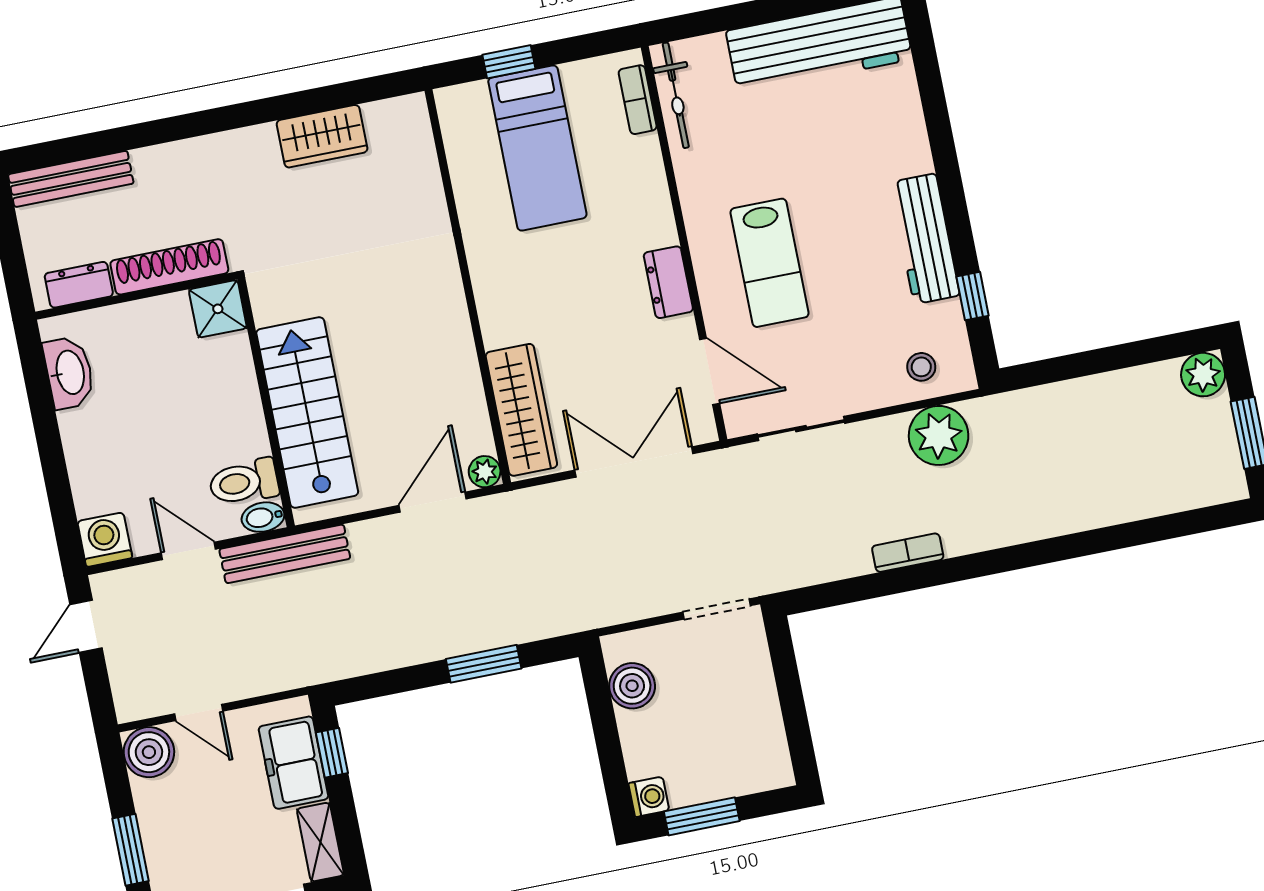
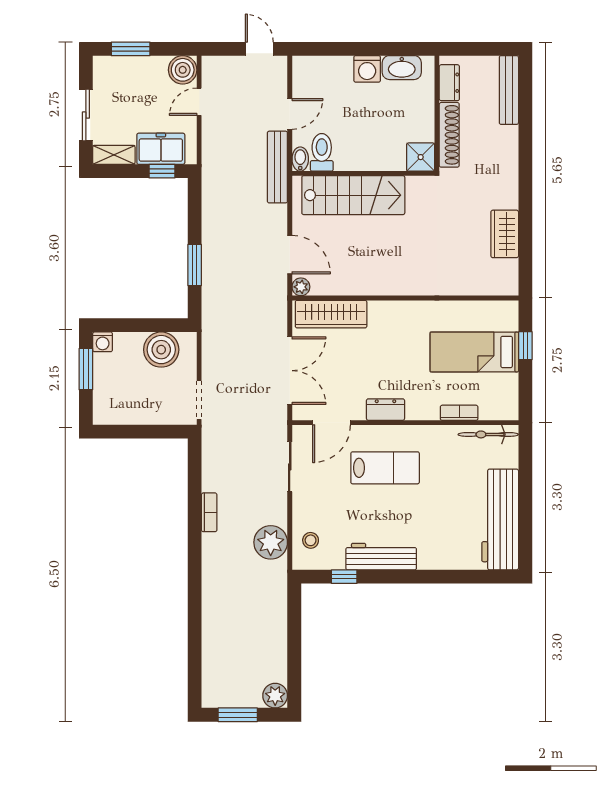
bookcase: (638, 100) -> (459, 413), moved
lab bench: (770, 263) -> (385, 468), turned 180
washing machine: (105, 540) -> (367, 69), moved, turned 90
boiler: (632, 686) -> (161, 350), width x1.37, depth x1.37

